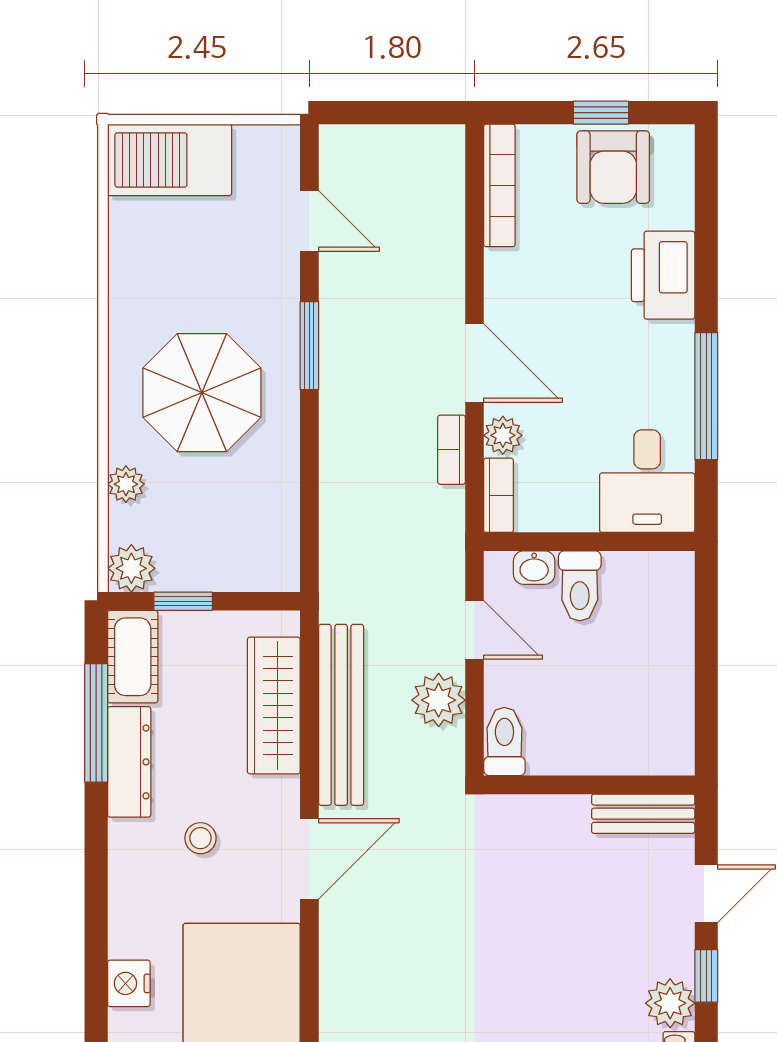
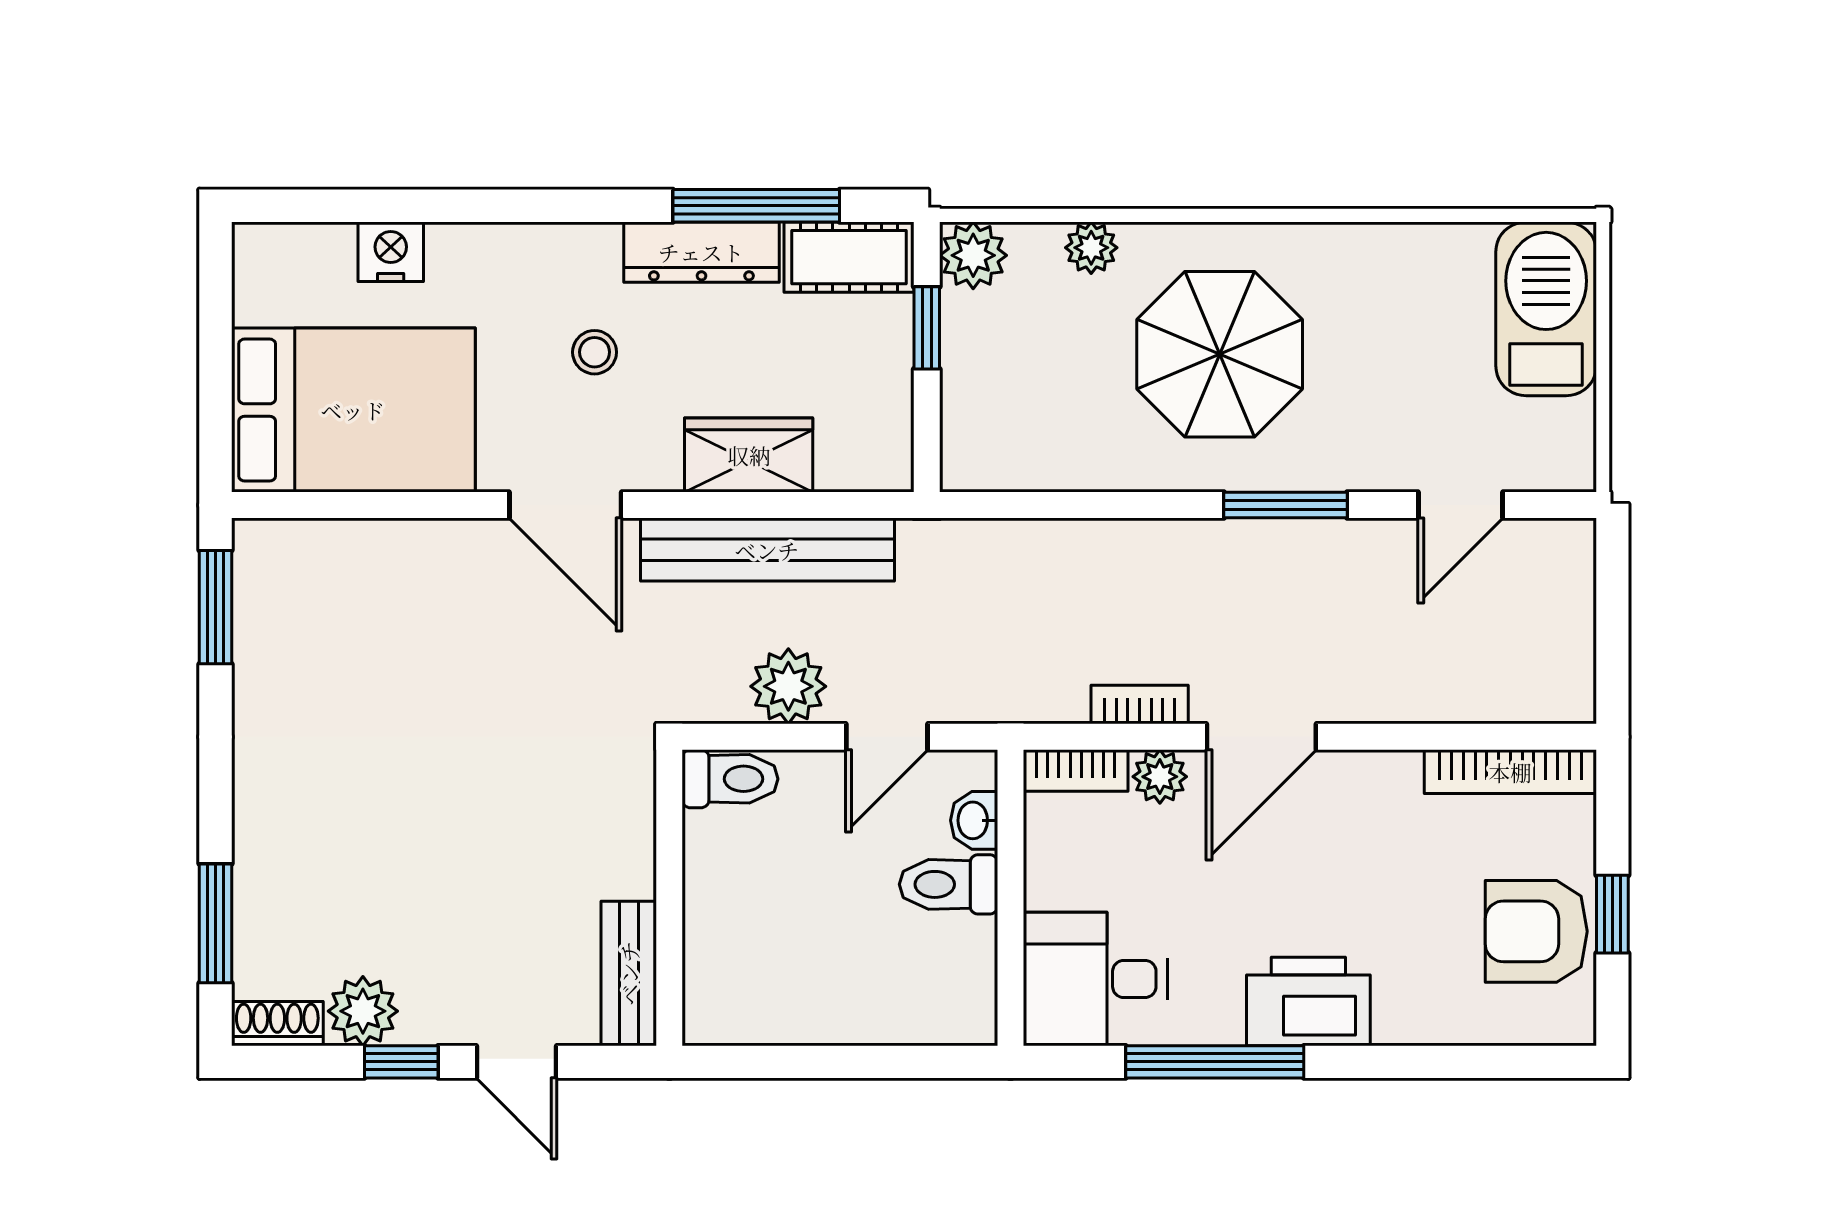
printer: (663, 275) -> (1308, 1001), moved
wardrobe: (274, 705) -> (749, 455), width x0.67

